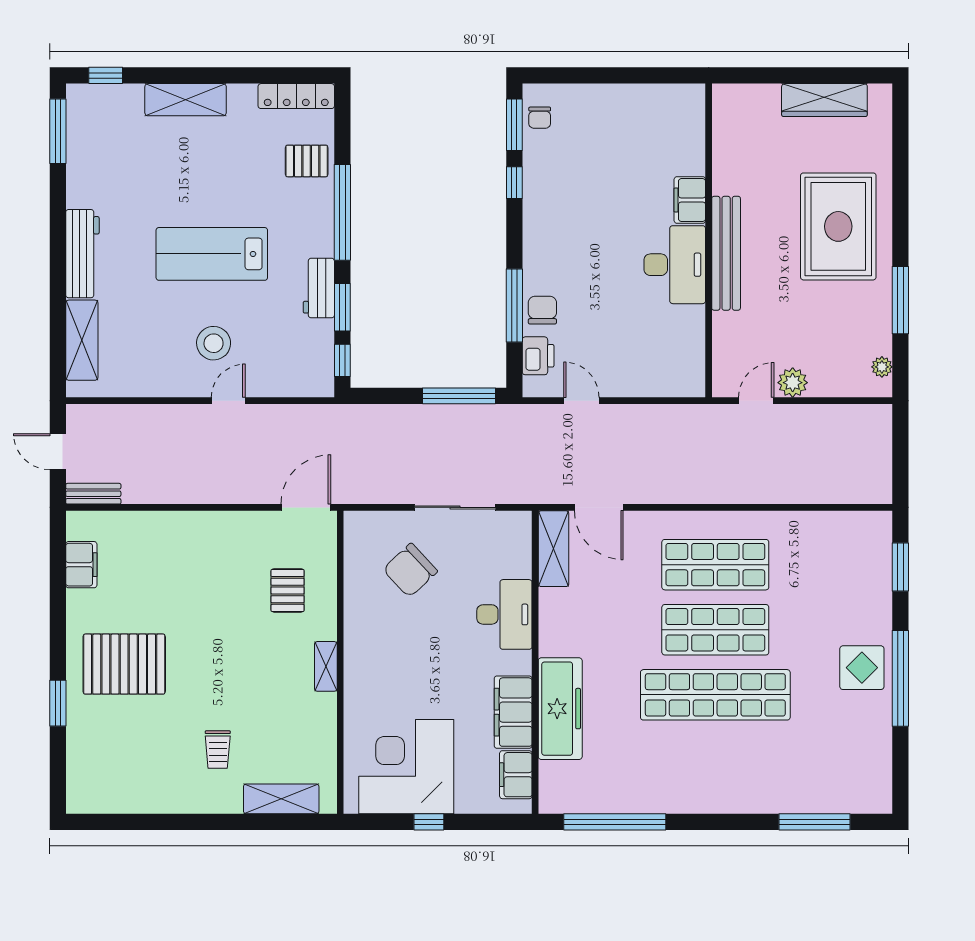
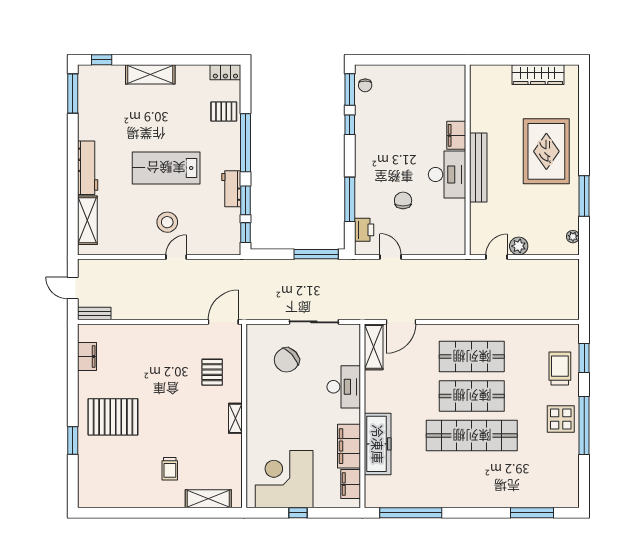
locker: (296, 96) -> (225, 72), width x0.66
chair: (542, 310) -> (403, 200), moved
door: (599, 507) -> (401, 322), hinge flipped
trolley: (861, 584) -> (560, 368), added

